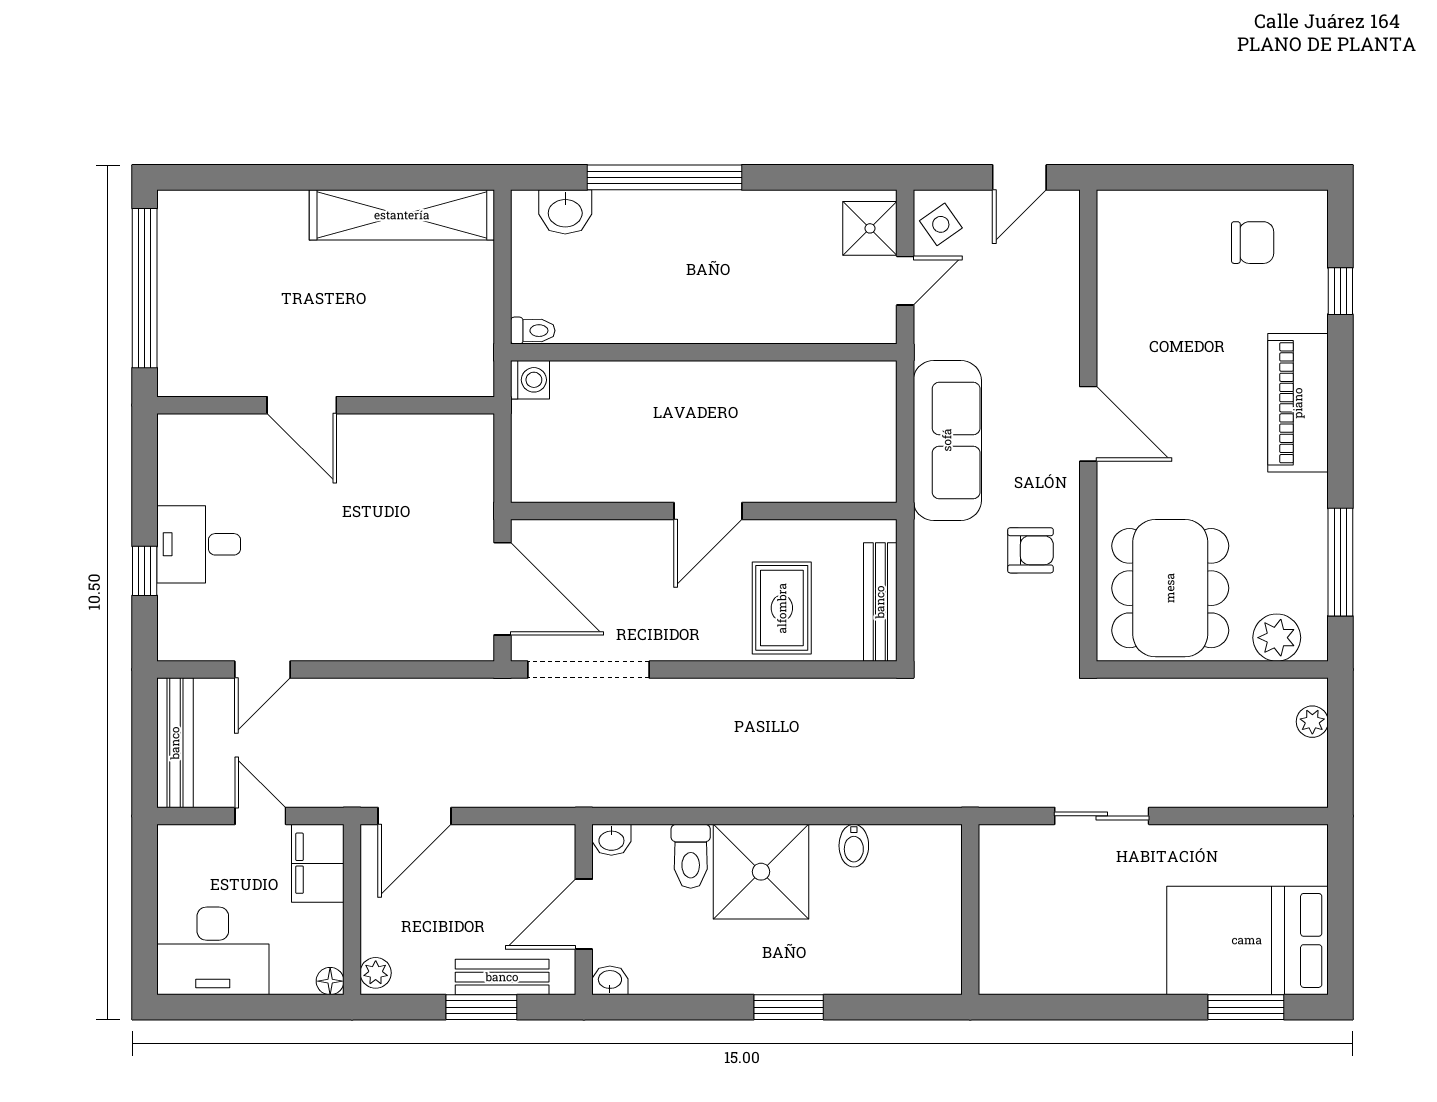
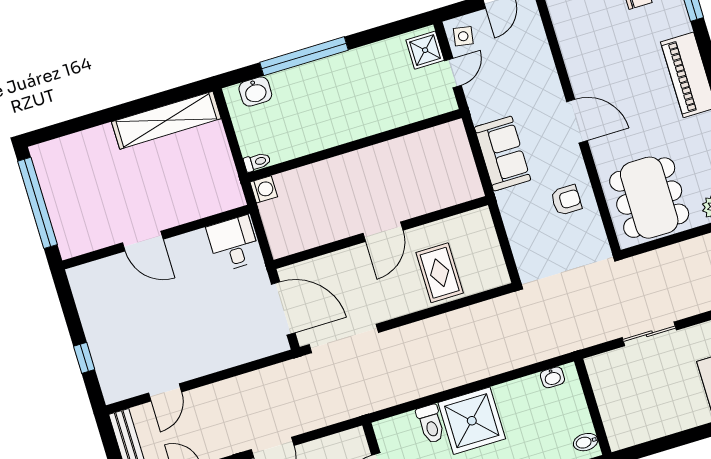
side table: (941, 224) -> (463, 36), turned 45
sofa: (947, 440) -> (503, 154), width x0.73
desk: (199, 544) -> (233, 244), moved, turned 90
bench: (880, 602) -> (493, 253), removed
washbasin: (611, 840) -> (552, 377), moved
bidet: (854, 846) -> (586, 442), moved, turned 90

